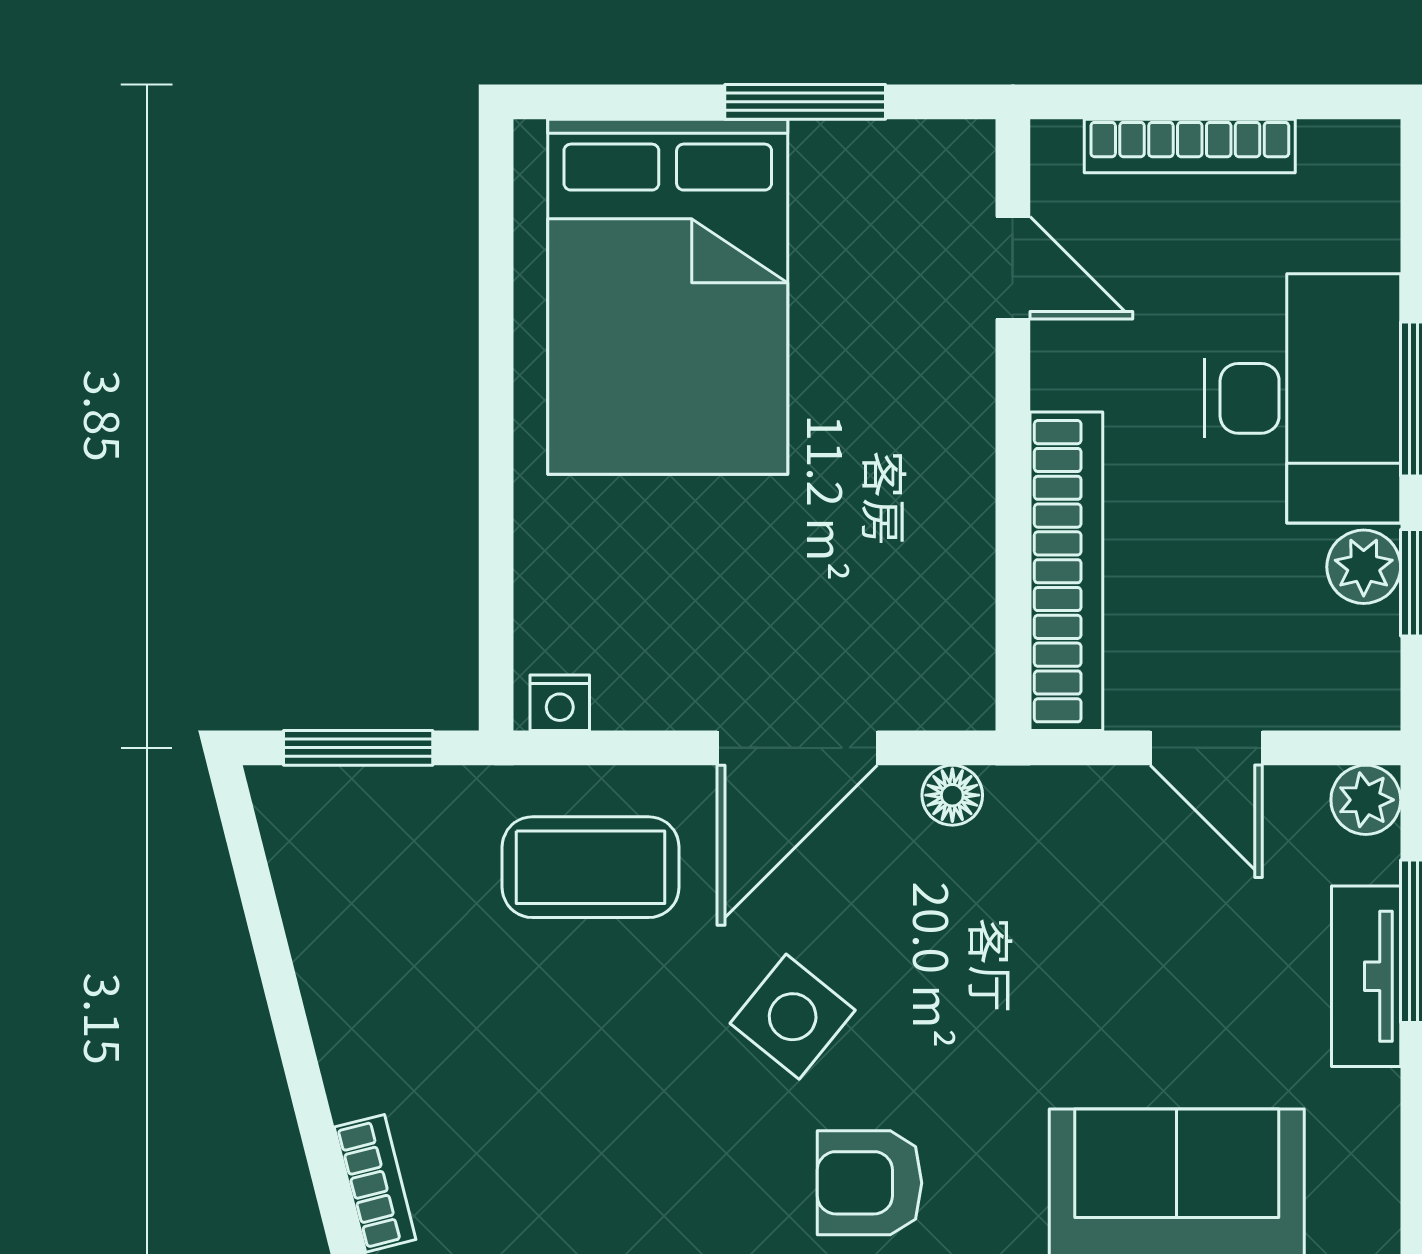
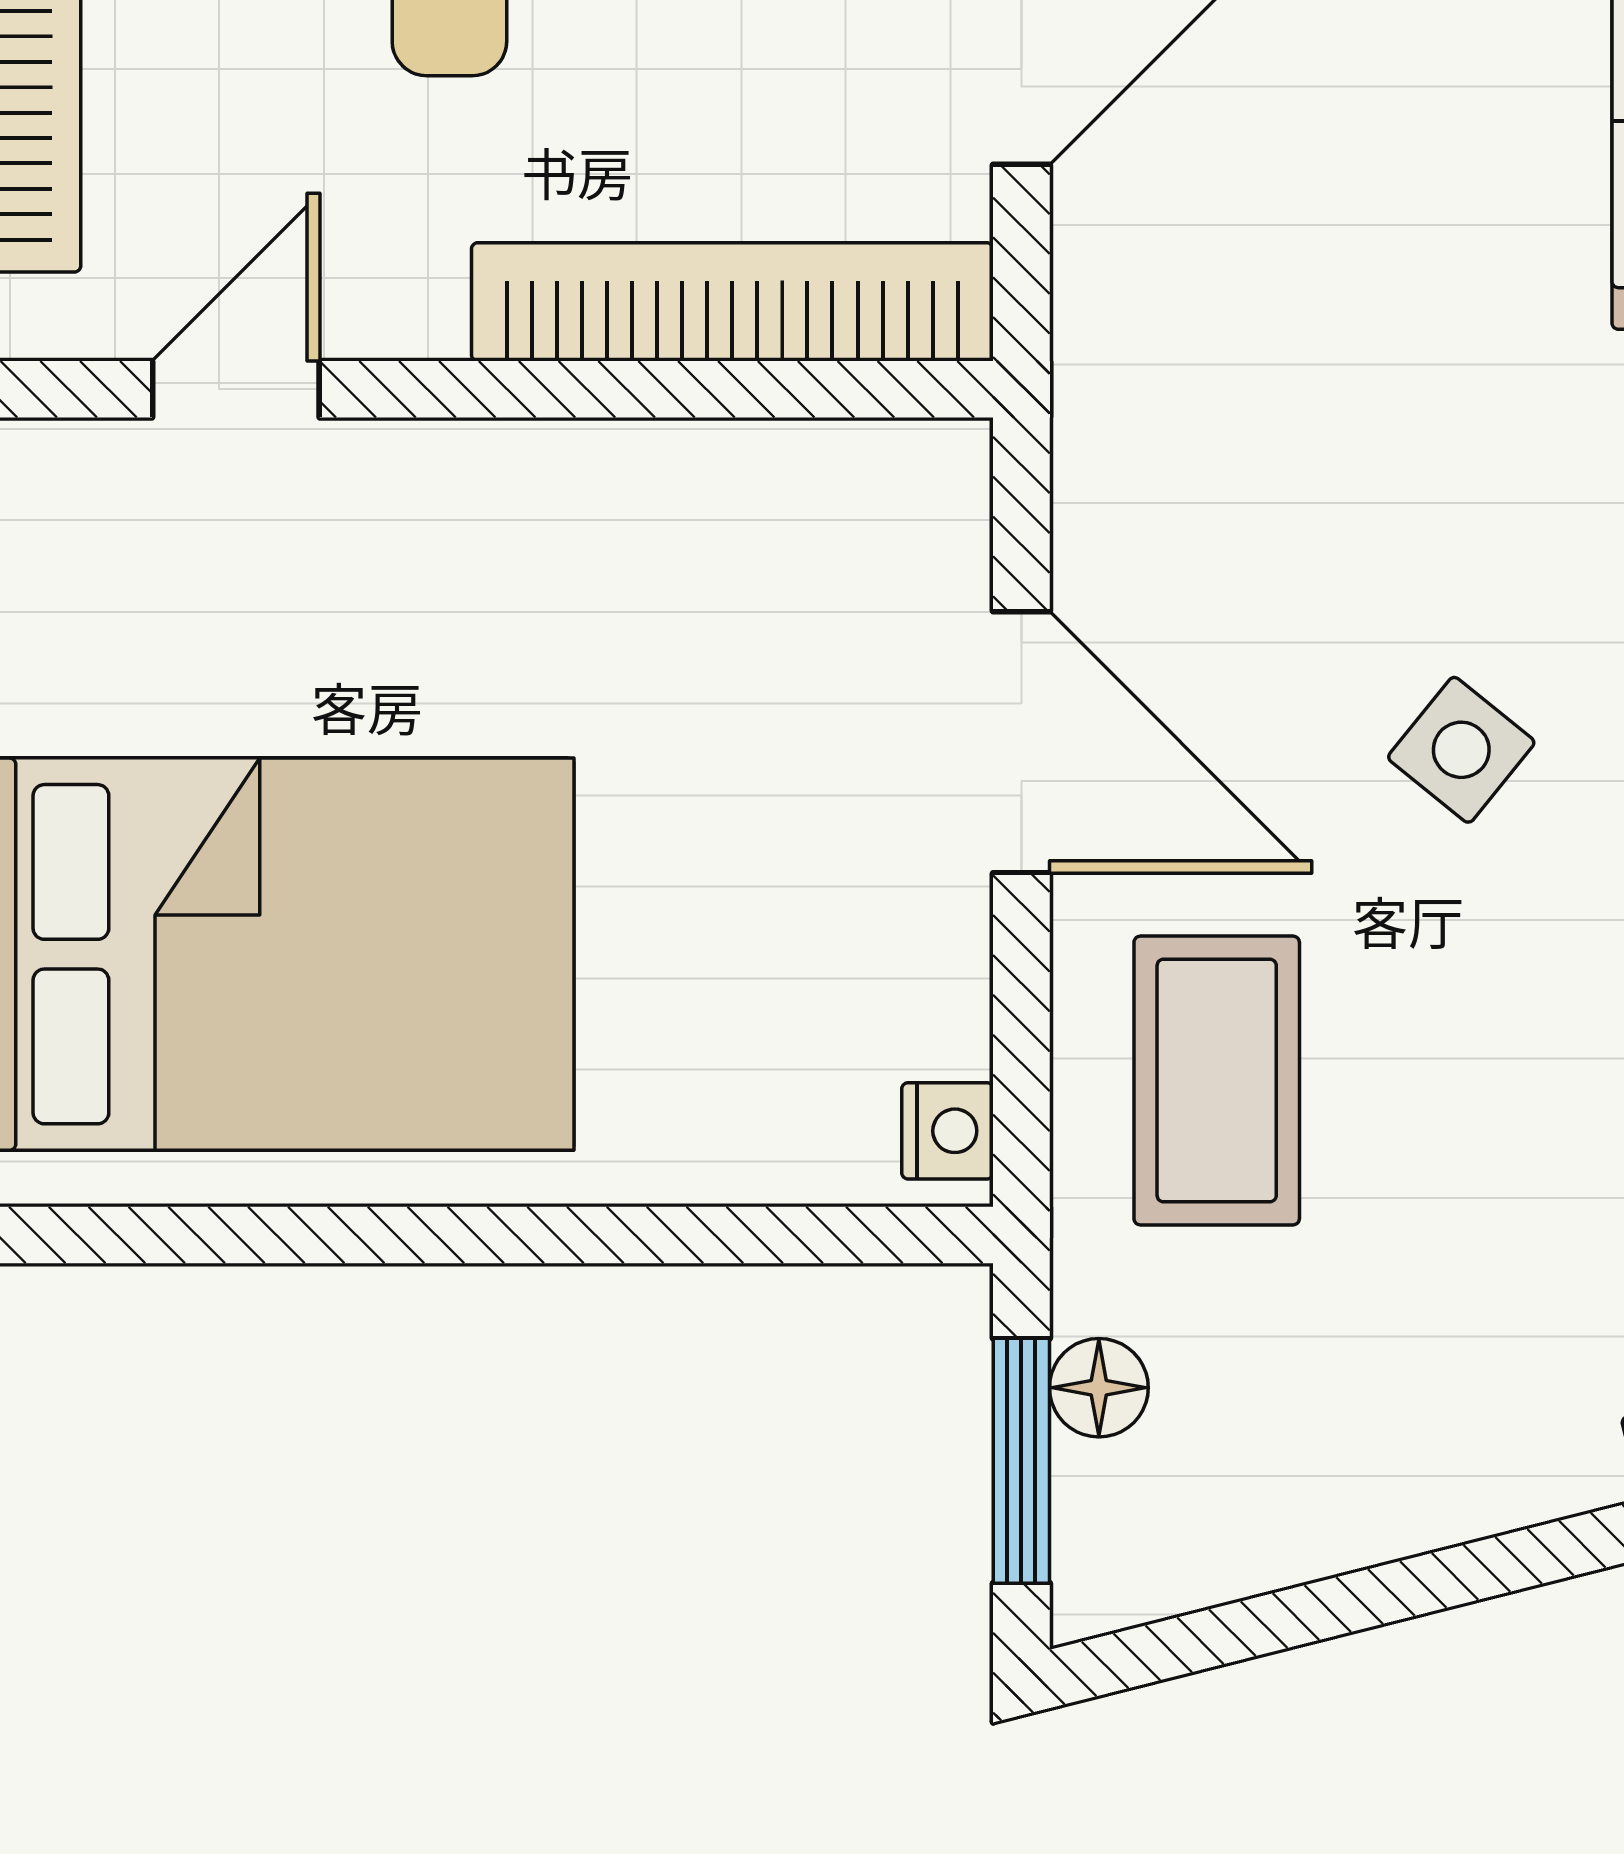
floor lamp: (952, 795) -> (1099, 1388), moved
side table: (793, 1017) -> (1461, 750), width x0.73, depth x0.73

